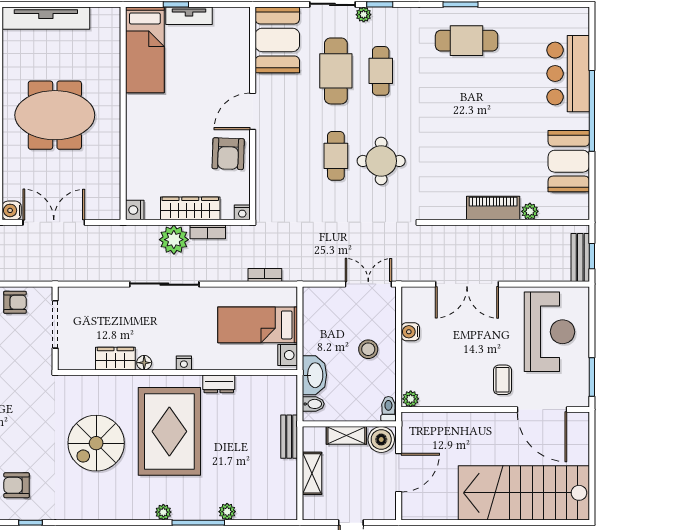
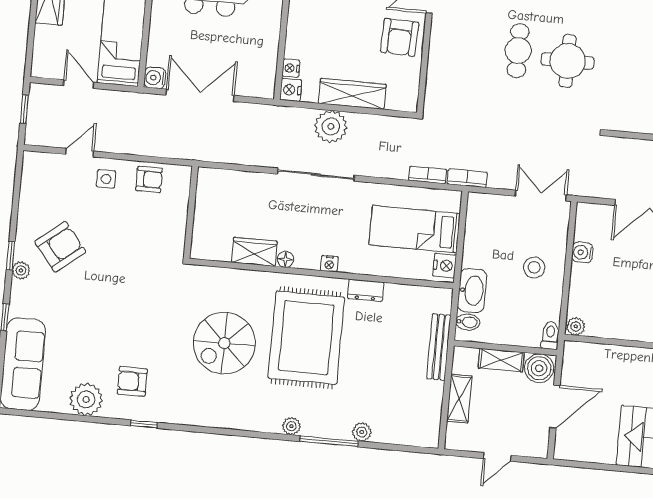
nightstand: (242, 212) -> (291, 68), moved, turned 90
bookcase: (208, 232) -> (467, 178), moved, turned 180
doorway: (55, 324) -> (191, 208), removed
bench: (289, 437) -> (439, 347), width x1.36

